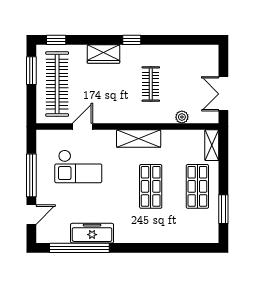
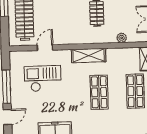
checkout: (78, 166) -> (43, 79), turned 180

